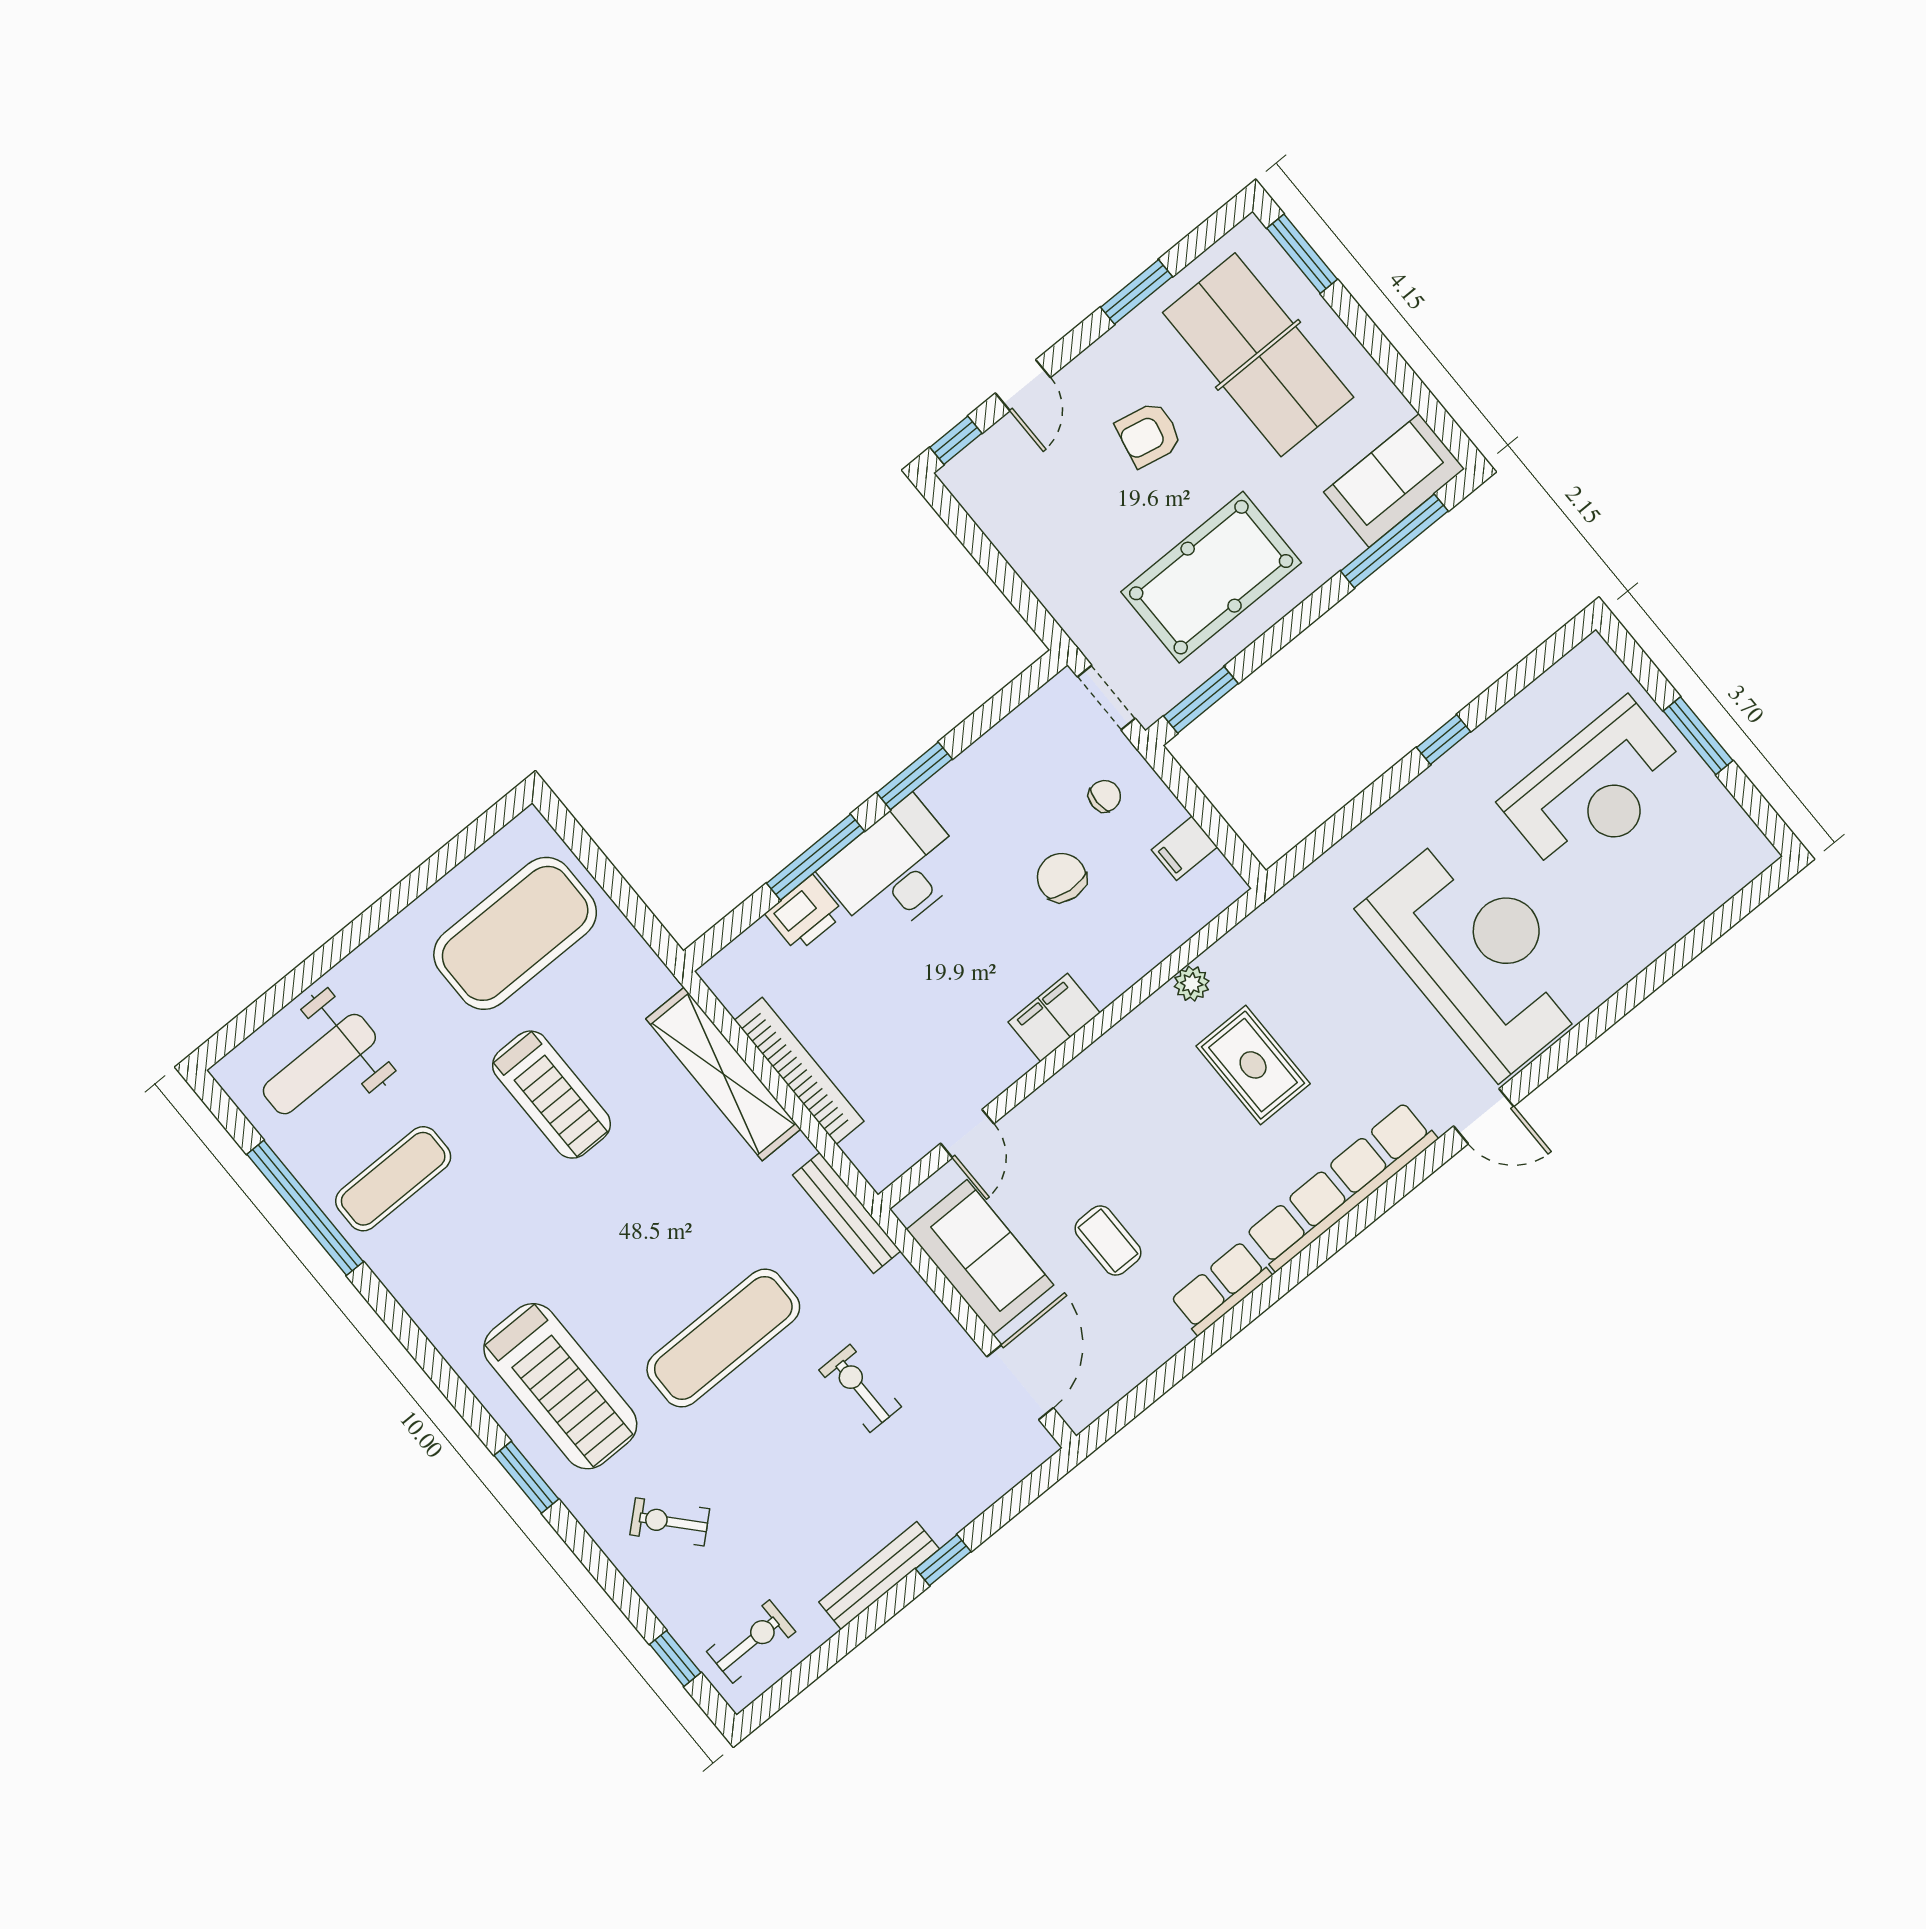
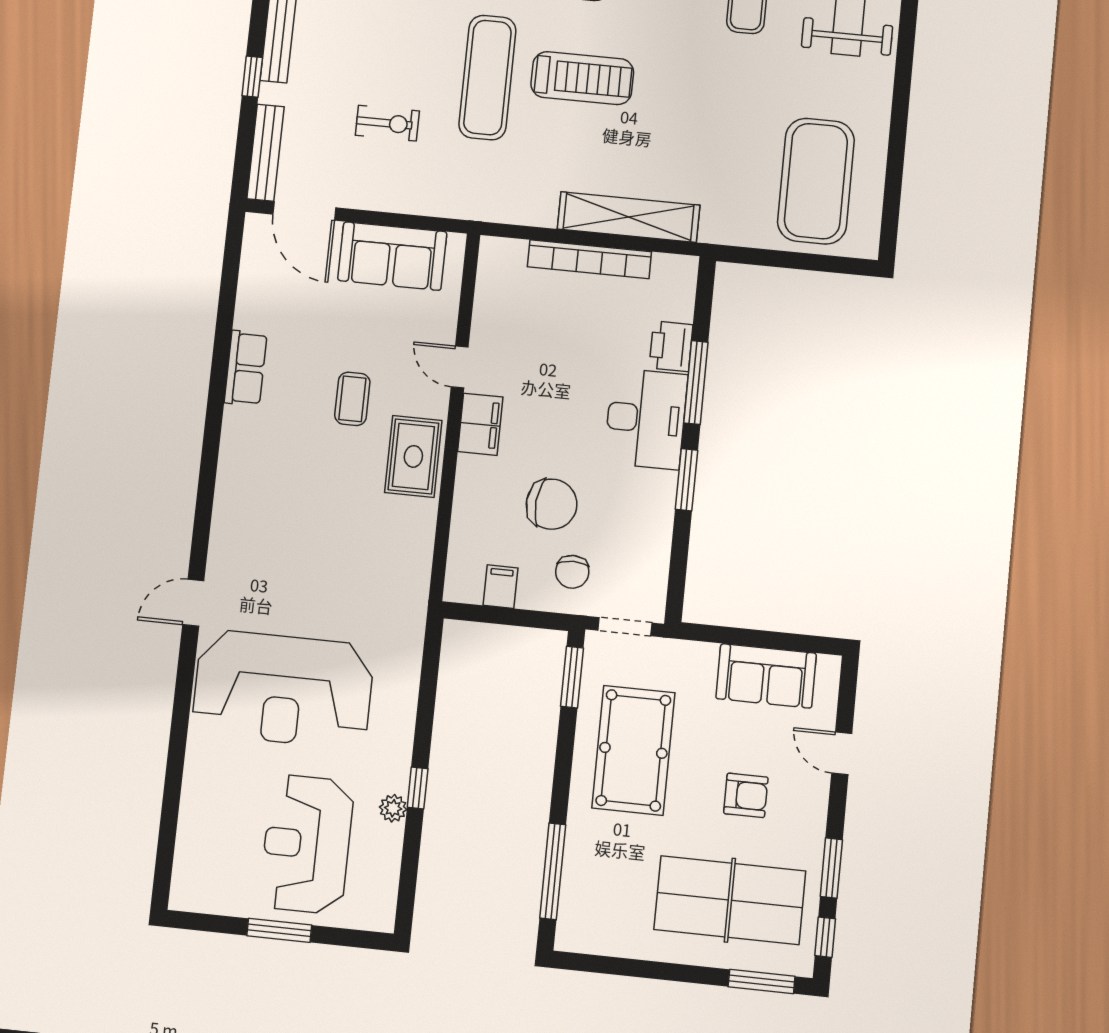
armchair: (1149, 434) -> (746, 795), turned 78
window: (956, 440) -> (825, 937), moved
sofa: (1394, 481) -> (766, 676), moved, turned 90
chair: (1105, 796) -> (572, 572), width x1.37, depth x1.37
chair: (1062, 877) -> (552, 504), width x1.37, depth x1.37
plant: (1192, 984) -> (393, 808), moved
rug: (1253, 1065) -> (413, 456), moved, turned 90
treadmill: (551, 1095) -> (582, 78), moved, turned 180
door: (967, 1134) -> (460, 367), moved
row of seats: (1341, 1186) -> (234, 488), removed
bench: (847, 1213) -> (266, 153), moved, turned 90
coffee table: (1108, 1241) -> (352, 399), moved, turned 90

